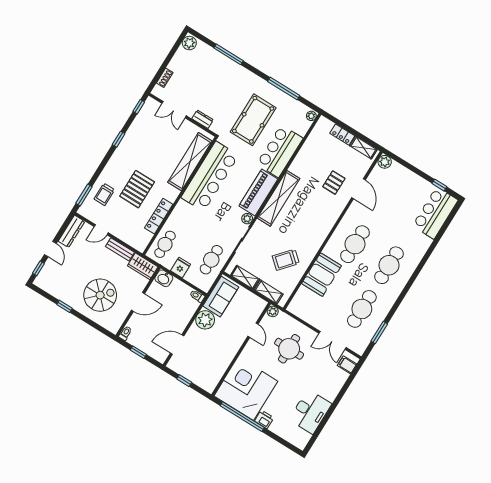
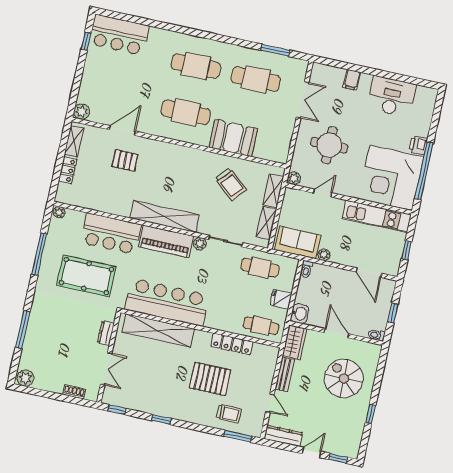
plant: (205, 320) -> (324, 255), width x0.53, depth x0.53
filing cabinet: (347, 365) -> (352, 80), moved
kitchen unit: (219, 366) -> (377, 216), added

